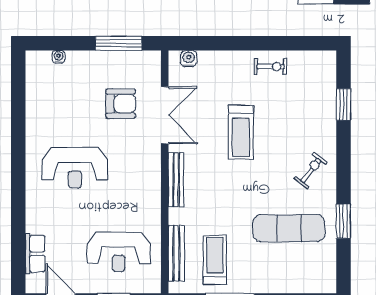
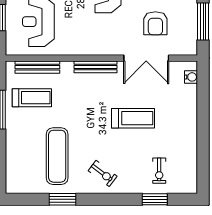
exercise bike: (271, 67) -> (159, 171), moved
treadmill: (241, 132) -> (133, 118), turned 180

